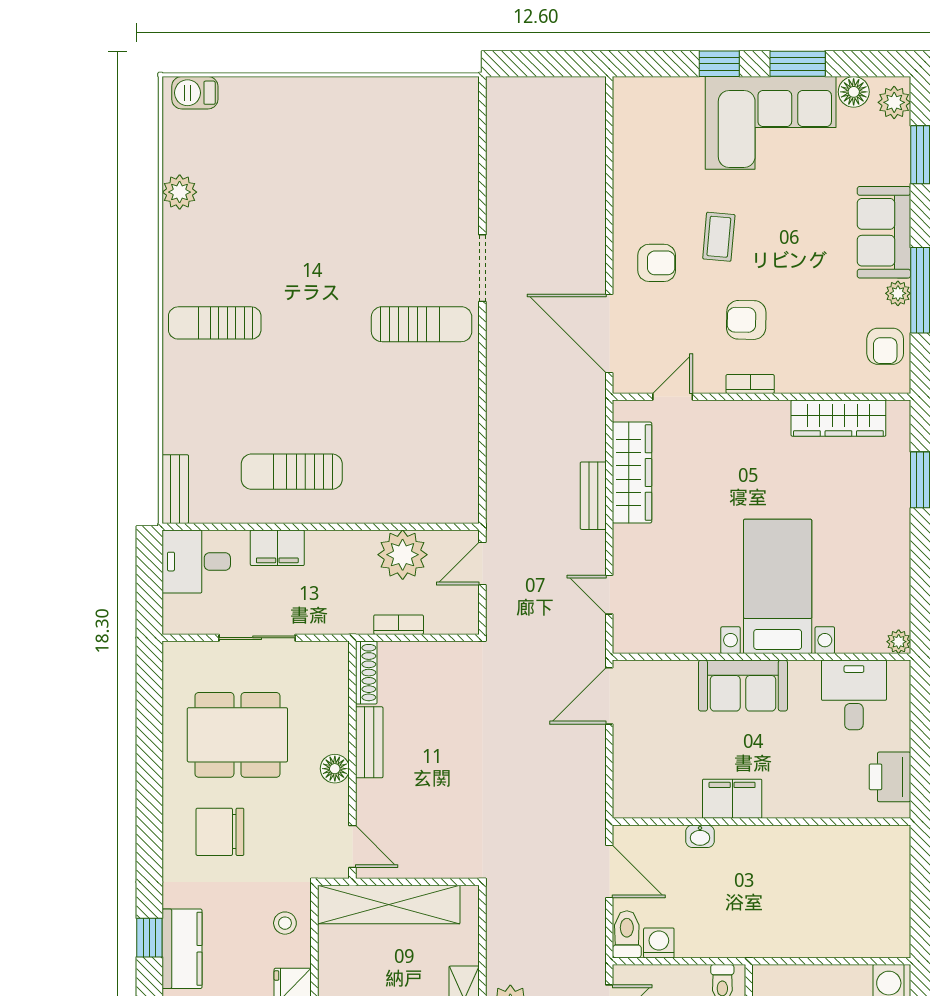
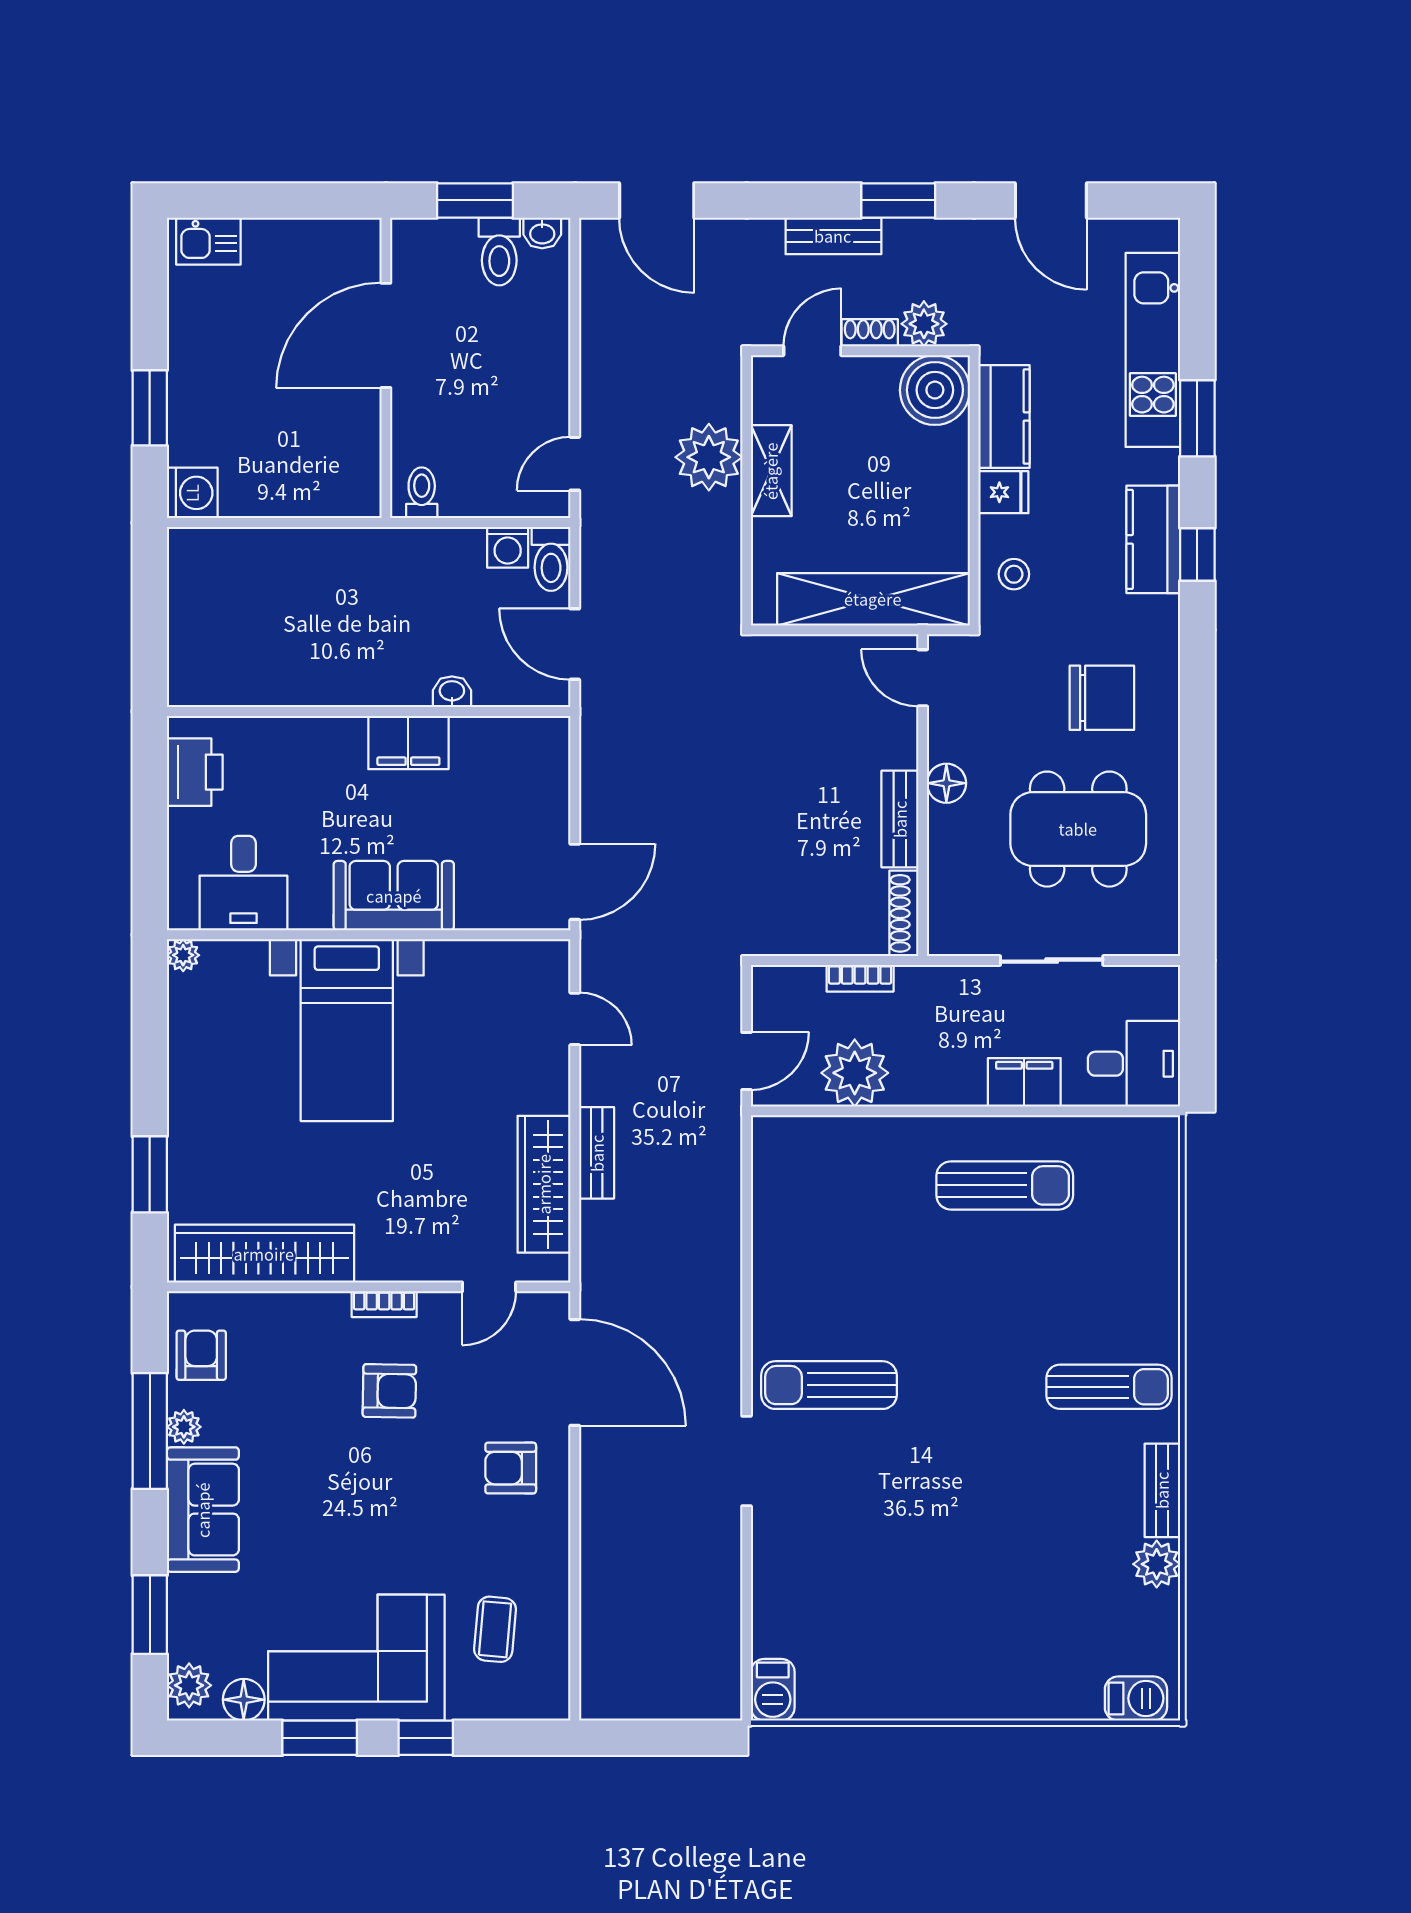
barbecue: (463, 99) -> (773, 1690), added
coffee table: (719, 237) -> (495, 1629), moved
wardrobe: (838, 418) -> (264, 1254), width x1.40, depth x1.17
bench: (175, 489) -> (1162, 1490), moved

